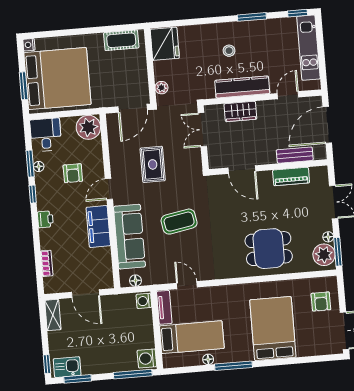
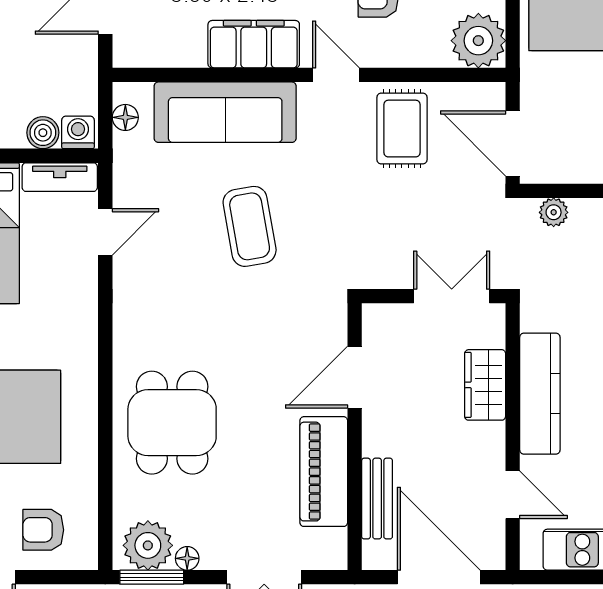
rug: (153, 164) -> (402, 129), moved, turned 90
piano: (291, 177) -> (324, 472), width x1.37, depth x1.33
boiler: (145, 316) -> (43, 133), added

